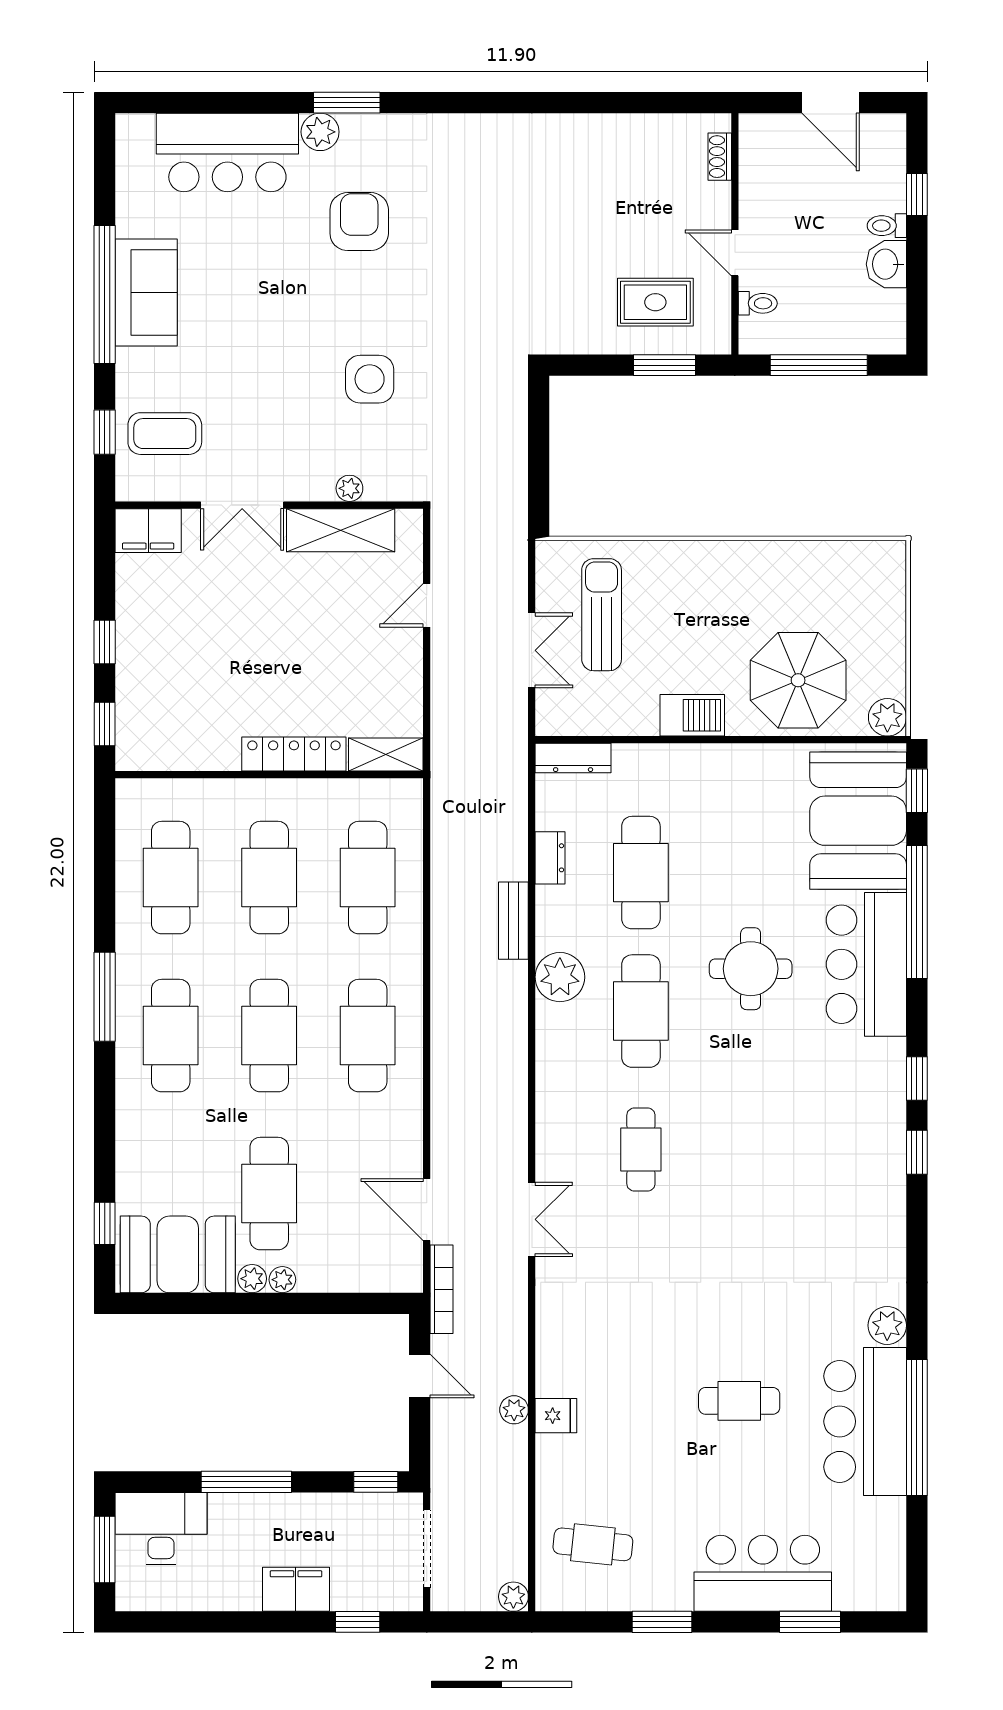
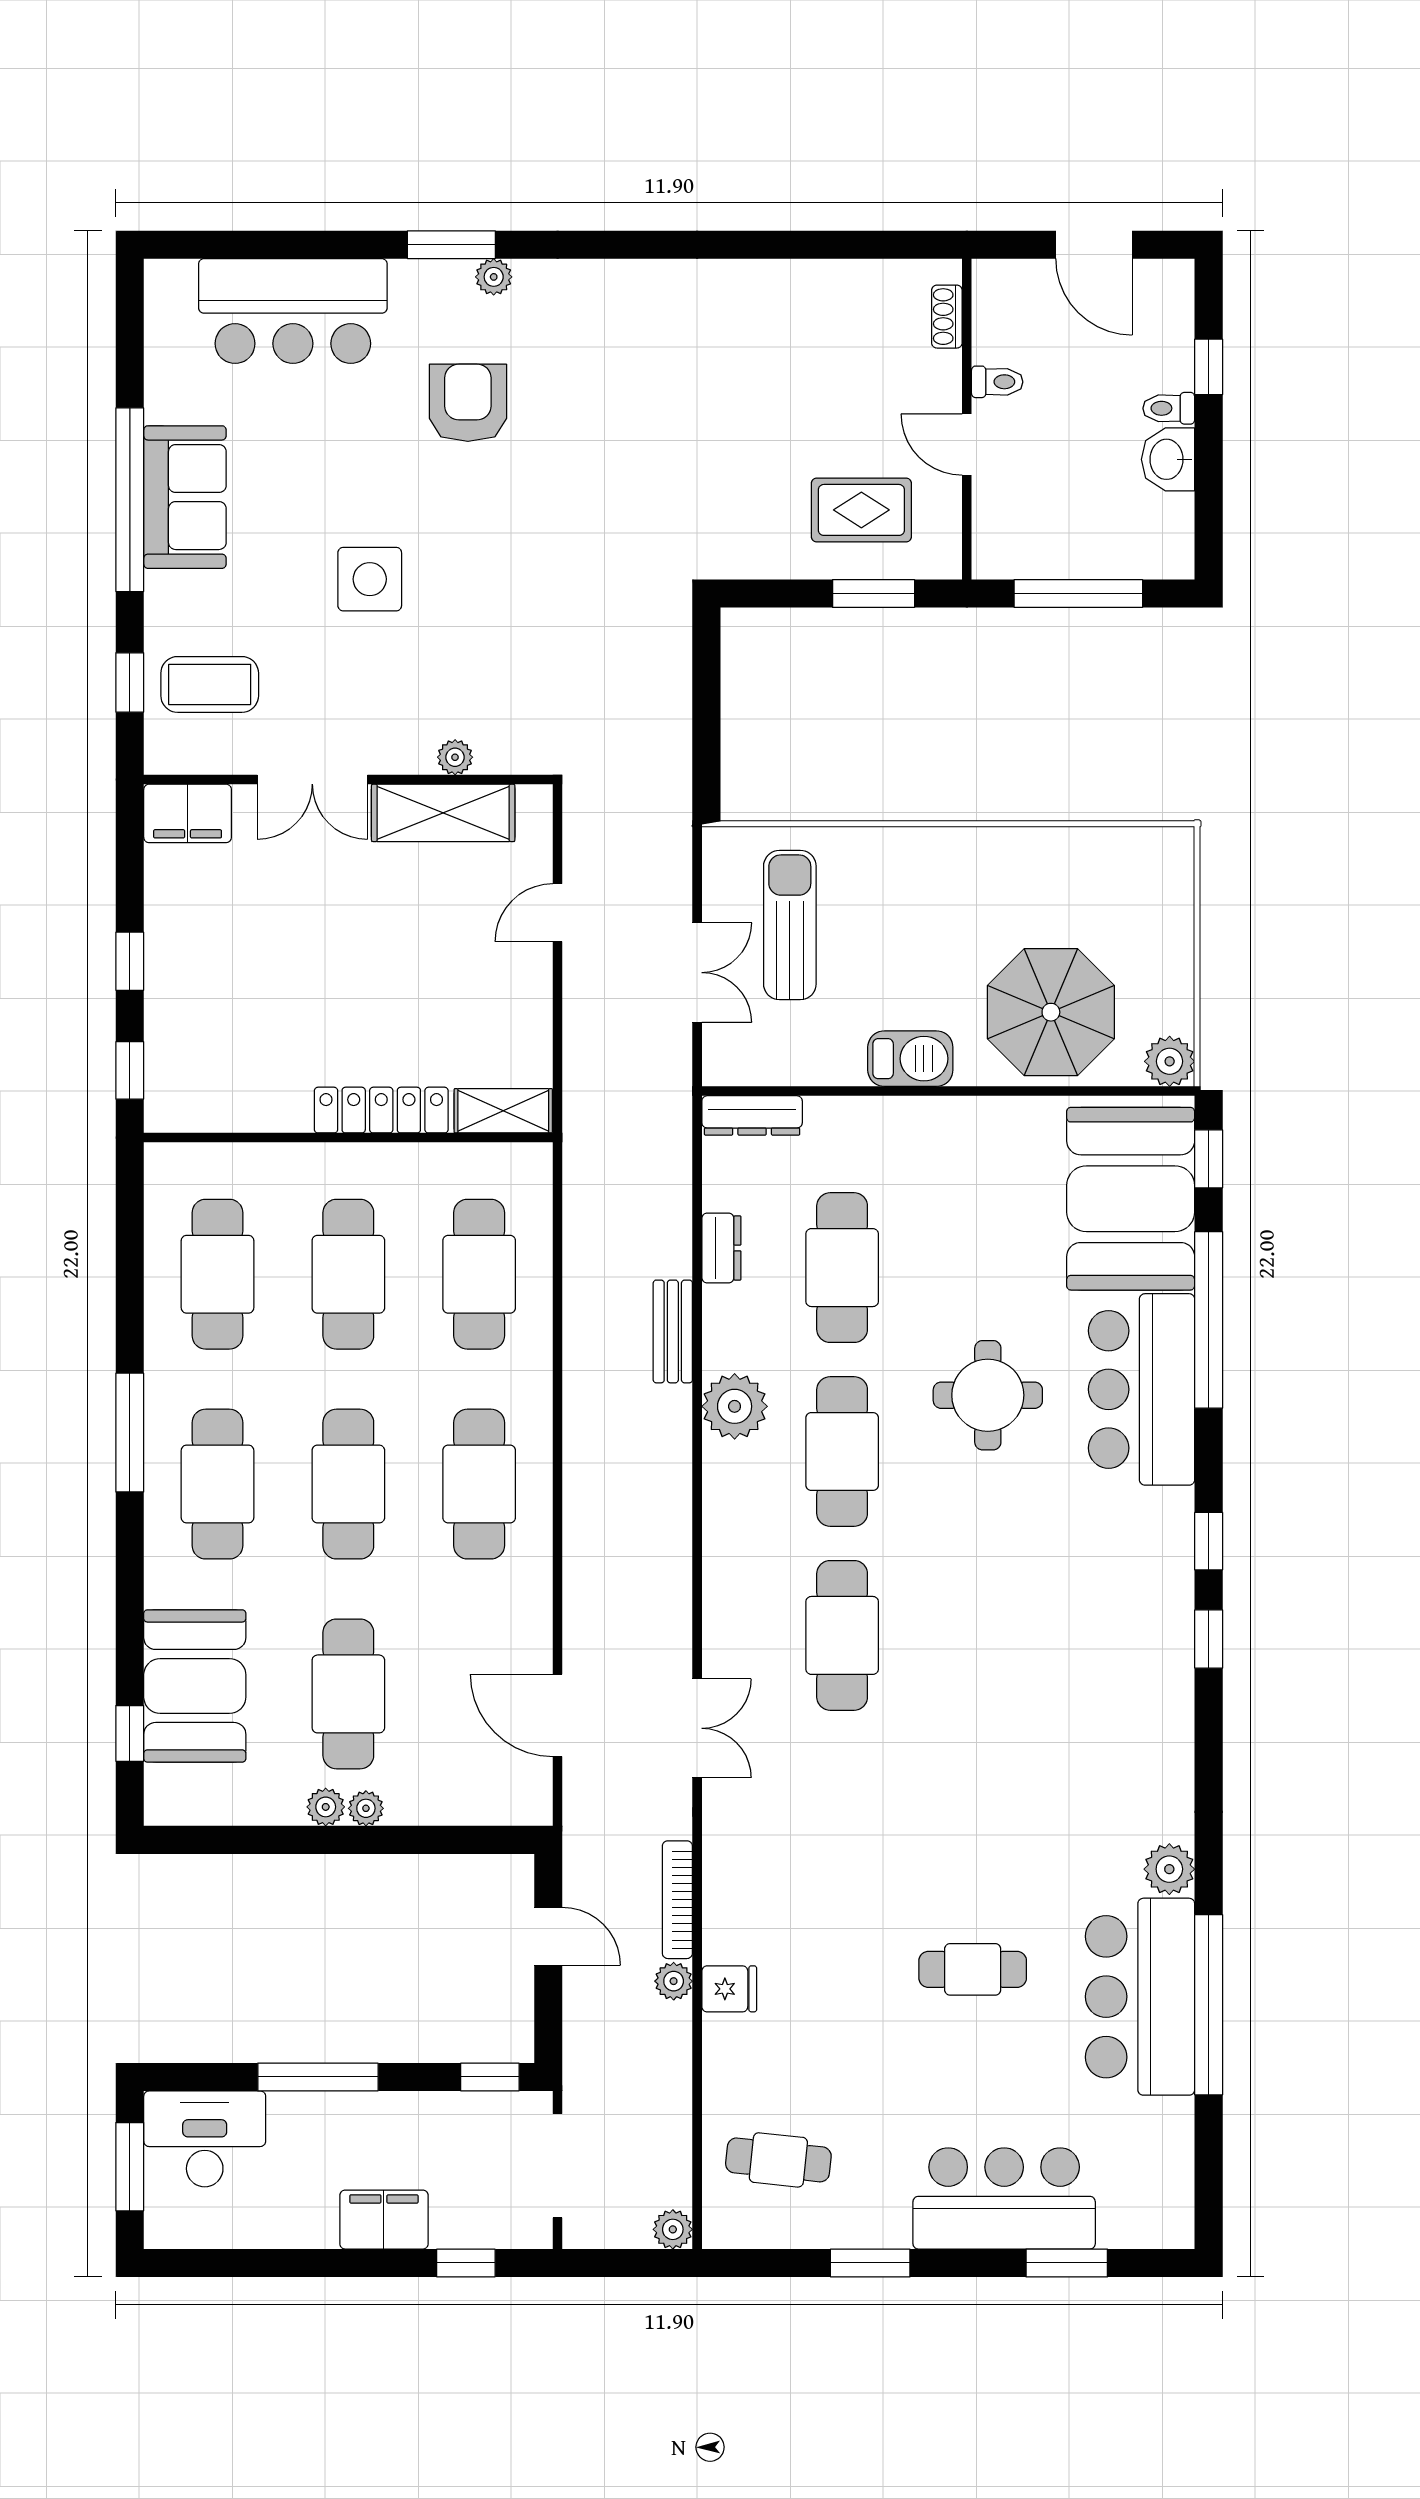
plant: (320, 132) -> (494, 277), moved, width x0.73, depth x0.73
toilet: (758, 303) -> (997, 382), moved
side table: (370, 379) -> (370, 579), moved
cafe table: (641, 1149) -> (842, 1635), width x1.37, depth x1.35
booth: (178, 1254) -> (195, 1686), moved, turned 90
bookcase: (442, 1289) -> (677, 1900), moved, turned 180

